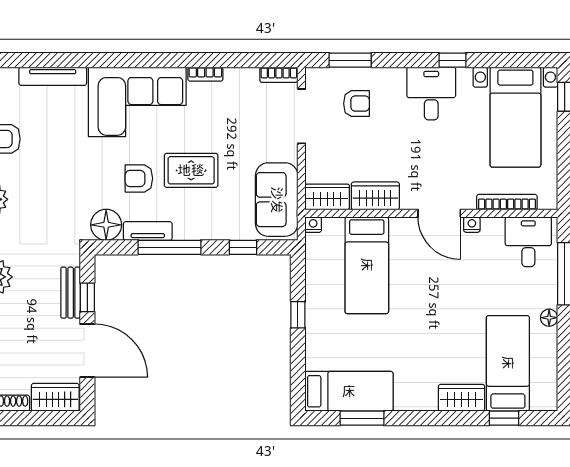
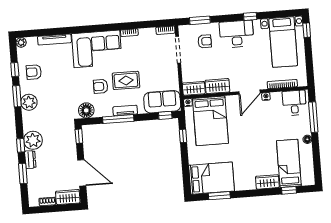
desk: (431, 93) -> (237, 34), width x1.37
sofa: (277, 200) -> (162, 102), moved, turned 90
door: (439, 213) -> (249, 92), hinge flipped
tv unit: (148, 231) -> (125, 110), moved
window: (243, 247) -> (165, 115), moved
bed: (367, 265) -> (210, 121), width x1.50
bench: (71, 293) -> (71, 145), removed
window: (87, 297) -> (79, 136), moved
window: (298, 315) -> (183, 136), moved
bed: (349, 391) -> (211, 178), width x1.50

